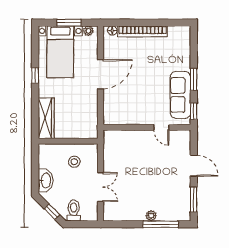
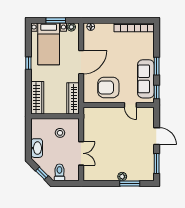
bookcase: (143, 31) -> (134, 27), moved
armchair: (134, 106) -> (108, 87), added
wardrobe: (90, 119) -> (73, 98), added
window: (161, 224) -> (130, 183), width x0.69

